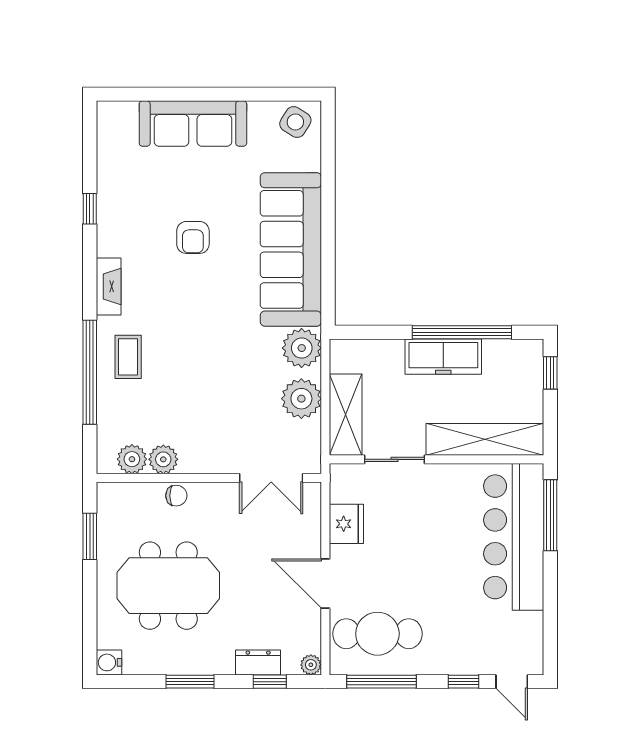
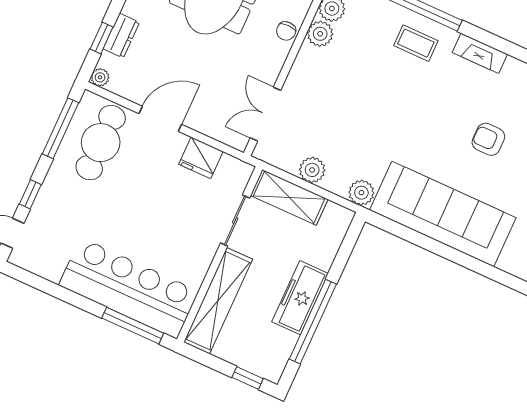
plant: (302, 348) -> (361, 193), width x0.73, depth x0.73
plant: (301, 399) -> (312, 170), width x0.73, depth x0.73

